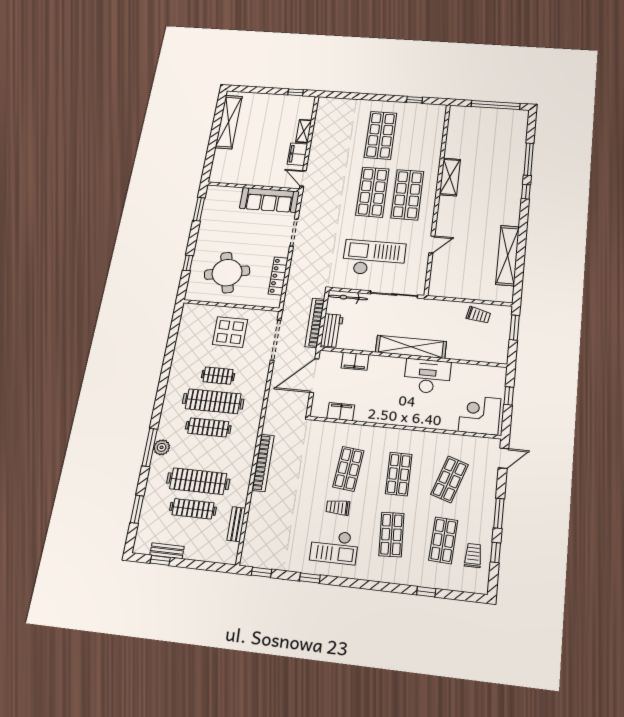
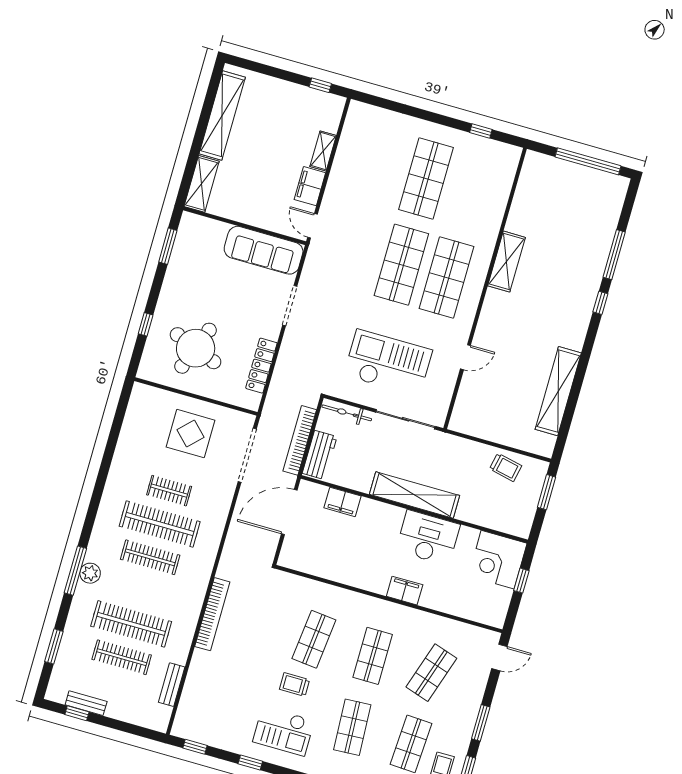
shelving: (219, 166) -> (202, 184), added
round table: (227, 273) -> (196, 348), turned 33
filing cabinet: (341, 412) -> (405, 591), moved
corner desk: (480, 415) -> (498, 560), moved, turned -90

